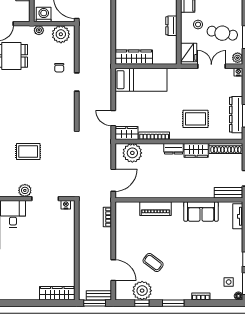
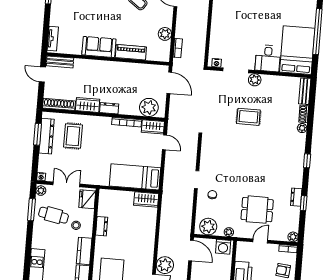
wardrobe: (134, 57) -> (146, 200), width x0.67
double door: (211, 66) -> (66, 184), swing flipped
rug: (196, 119) -> (73, 136), moved, turned 90
door: (113, 180) -> (169, 83), swing flipped
sofa: (201, 212) -> (99, 47), moved
plant: (122, 231) -> (165, 34), added

